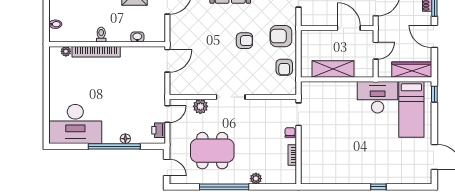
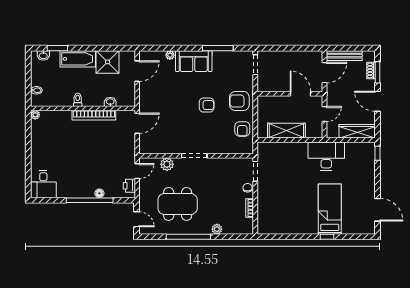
plant: (66, 51) -> (35, 115), moved
bookcase: (96, 52) -> (94, 115), moved
bed: (411, 109) -> (330, 209), moved, turned 180
desk: (75, 124) -> (43, 184), width x0.53, depth x0.77

